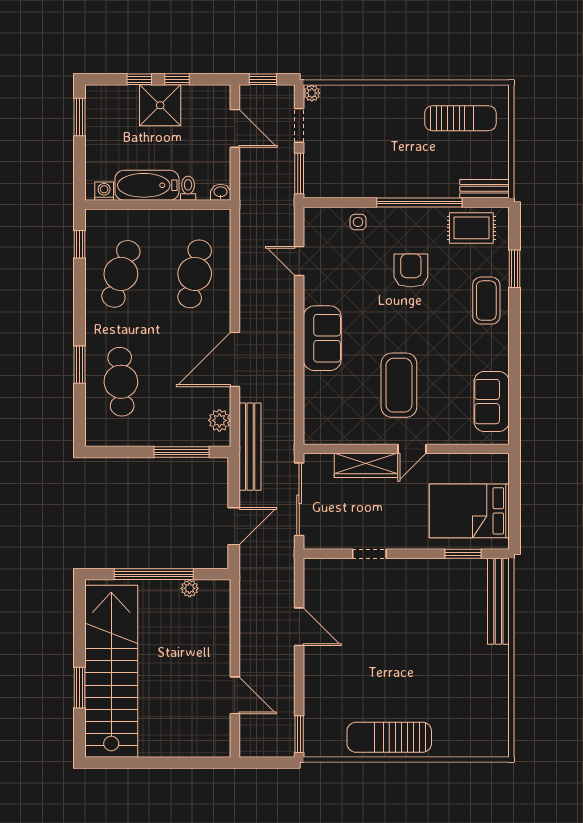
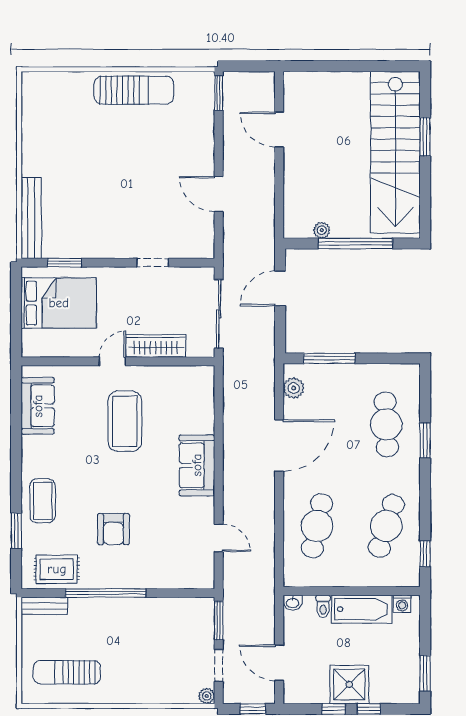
side table: (358, 222) -> (163, 575), removed
bench: (250, 447) -> (265, 363), removed

